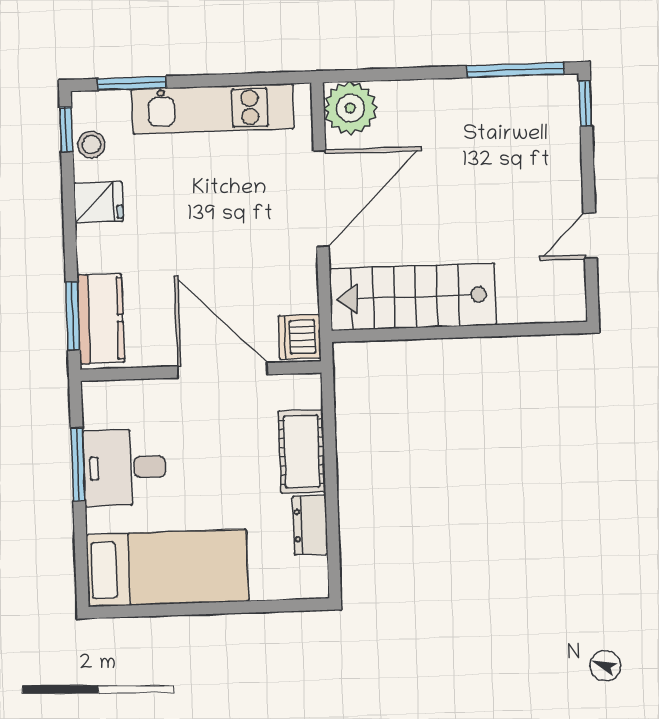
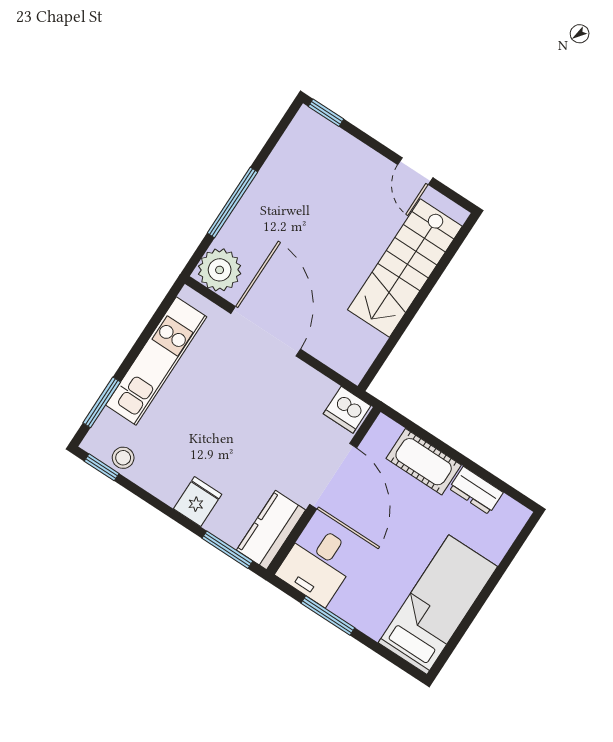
window: (515, 70) -> (232, 203), moved
fridge: (98, 202) -> (198, 502), moved
stairs: (413, 297) -> (405, 268), moved
kitchen counter: (101, 319) -> (271, 530), moved, turned -90
door: (223, 370) -> (333, 476), swing flipped
desk: (124, 468) -> (318, 564), moved

